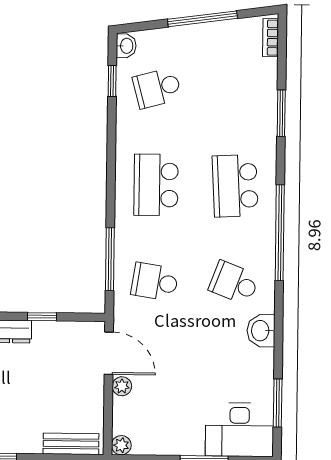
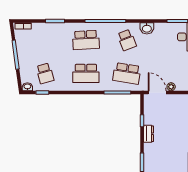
school desk: (155, 282) -> (127, 73), width x1.85
school desk: (234, 283) -> (127, 40), turned -42
door: (109, 353) -> (157, 92), hinge flipped

